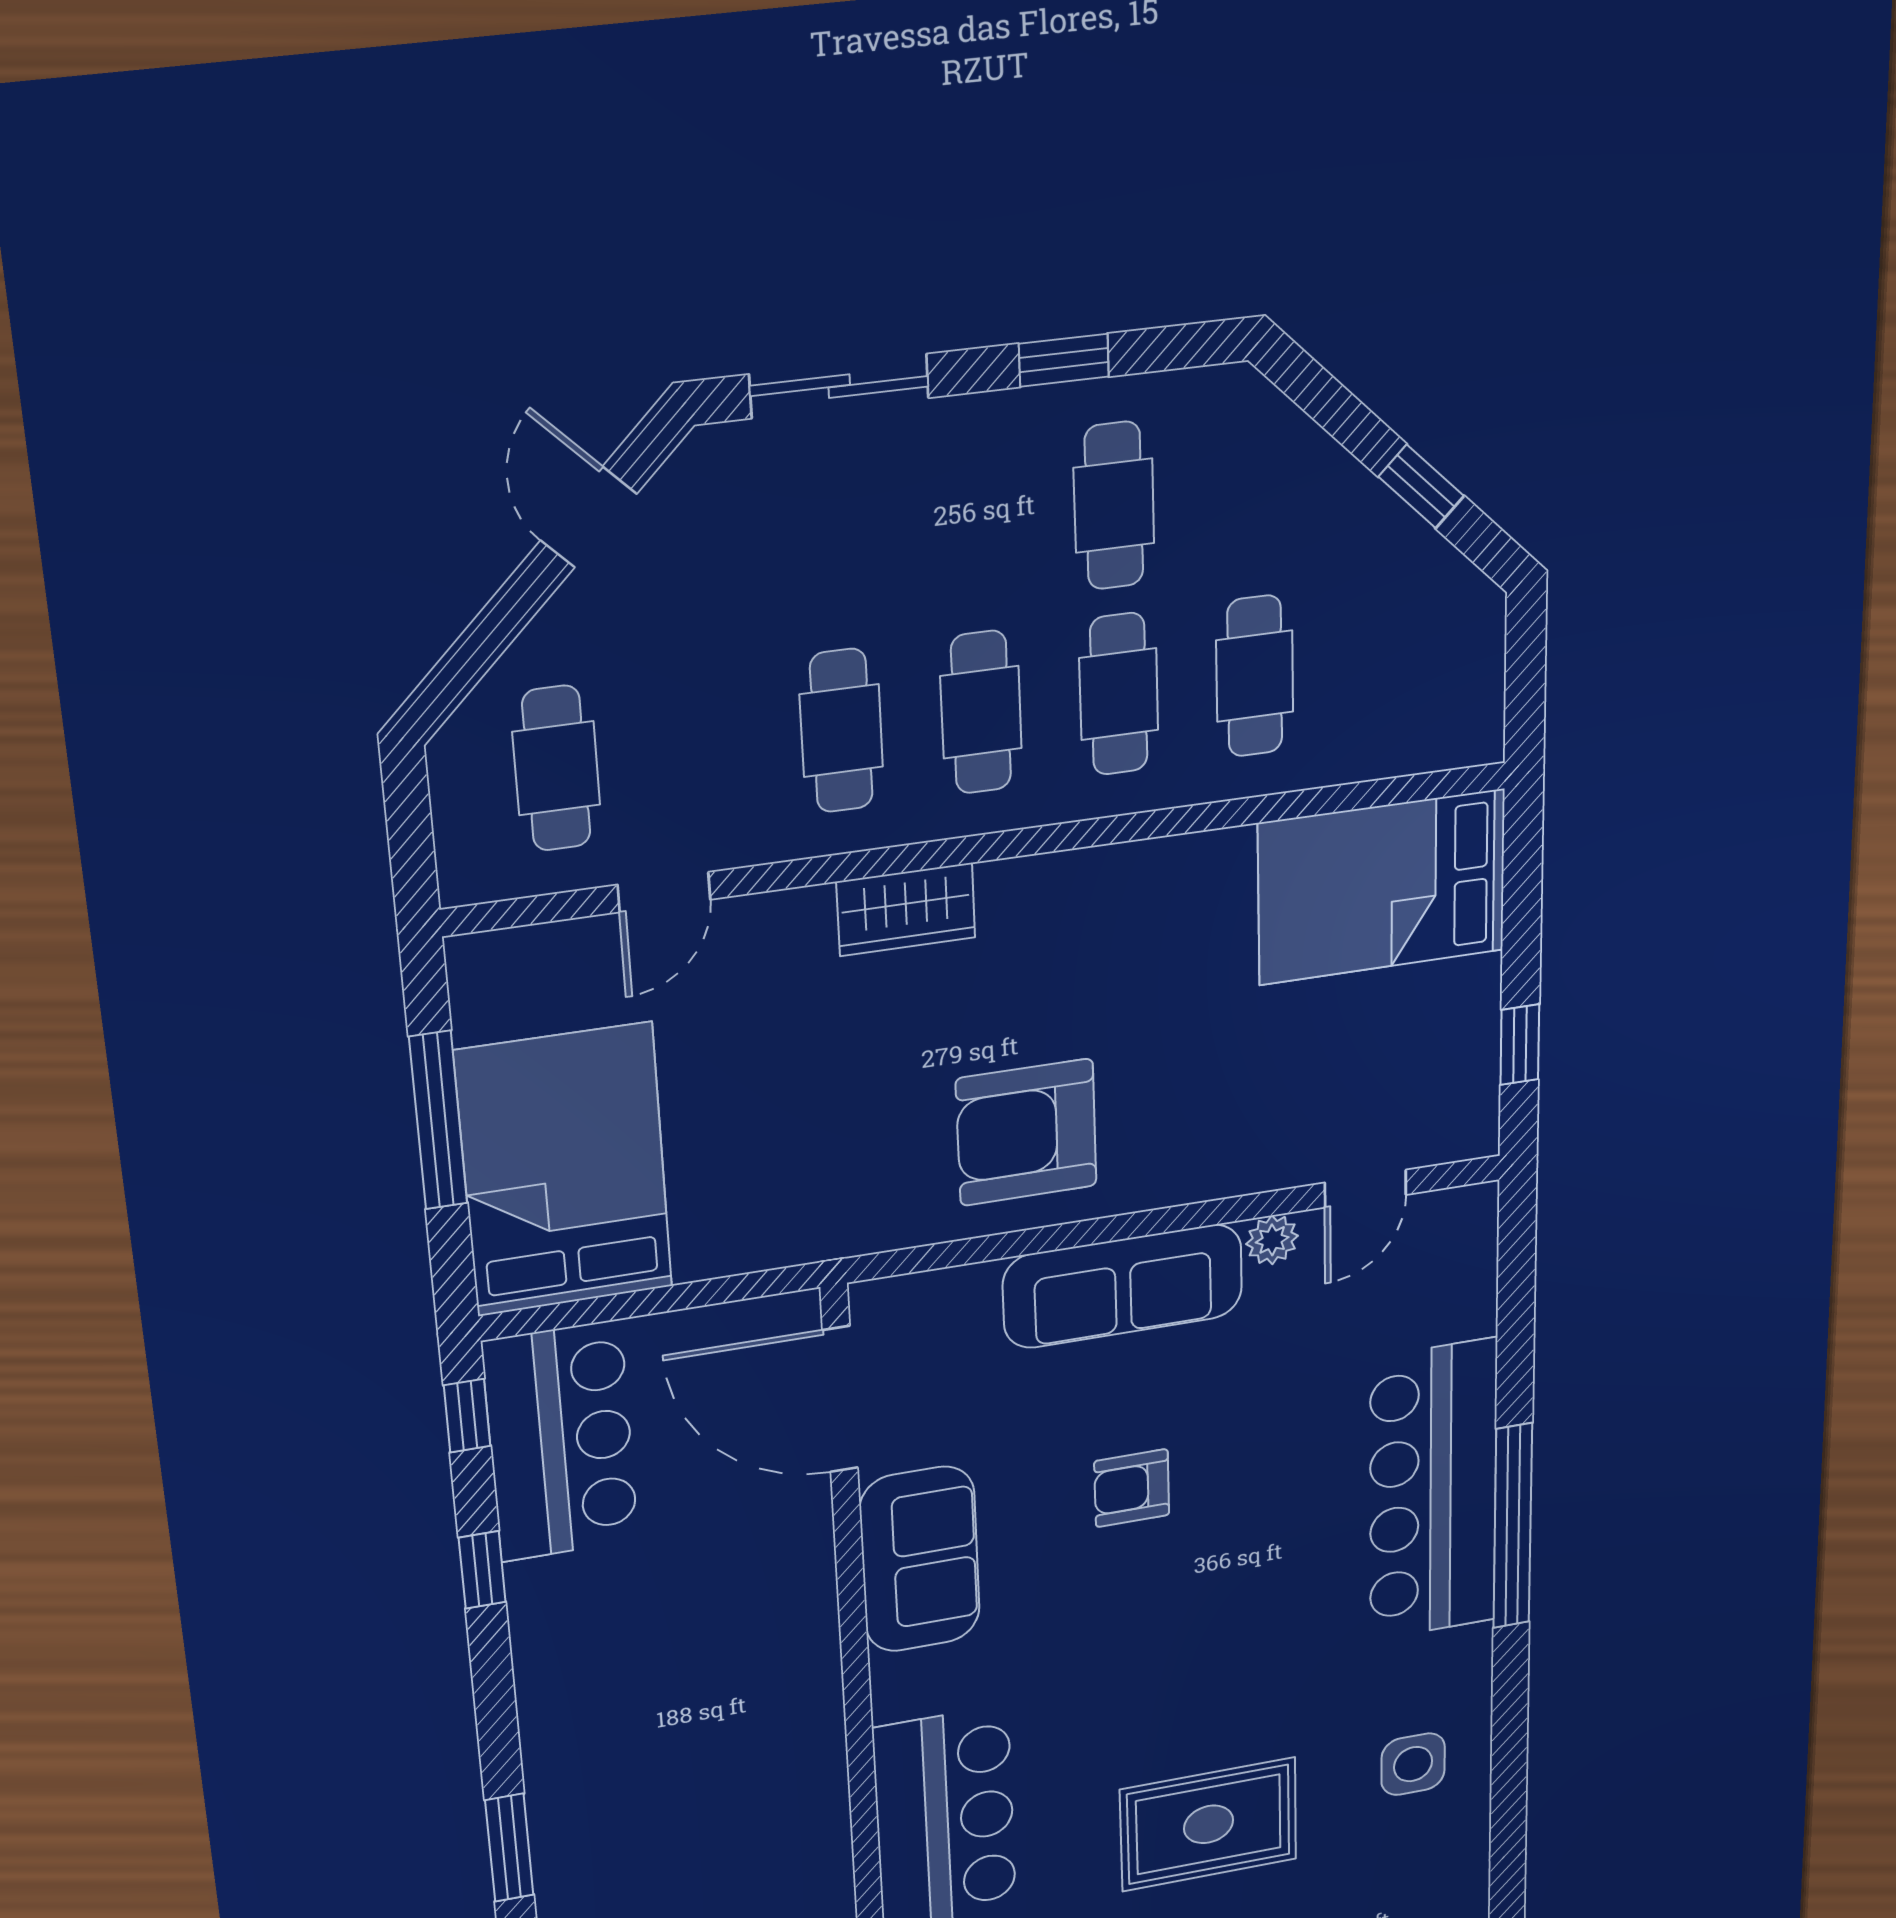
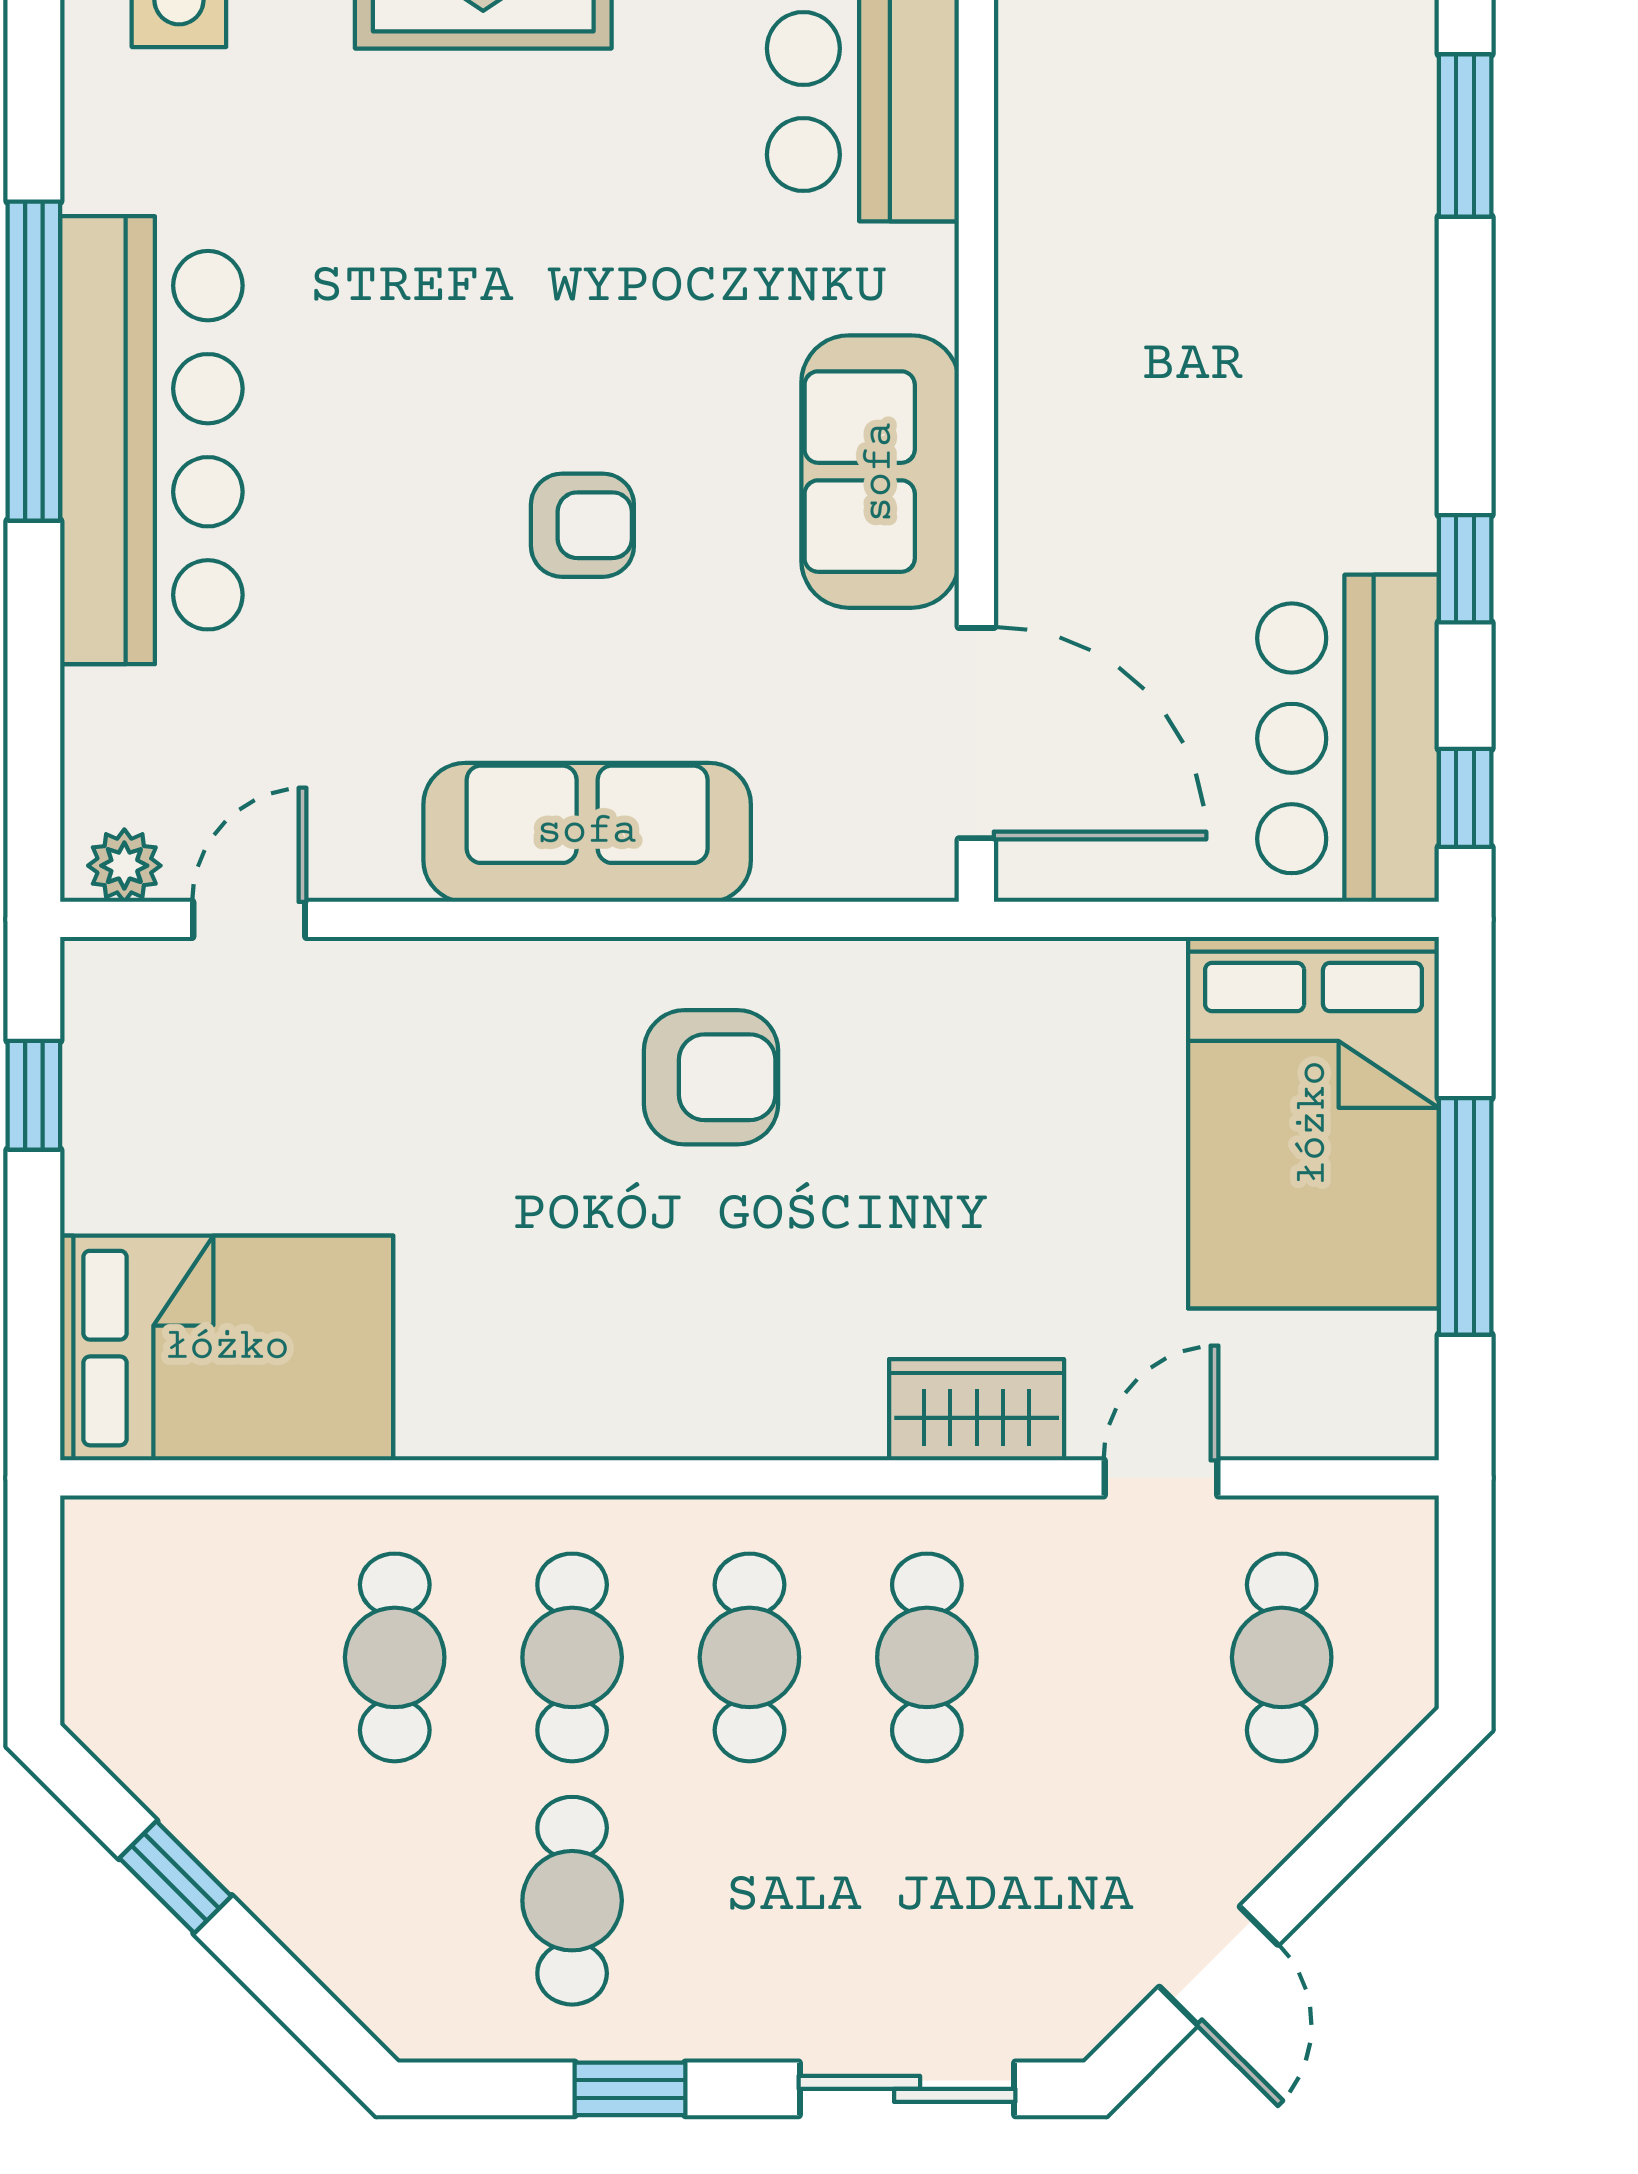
wardrobe: (906, 910) -> (977, 1410), moved
armchair: (1026, 1132) -> (711, 1077), width x0.73, depth x0.73
plant: (1272, 1240) -> (124, 866), moved

